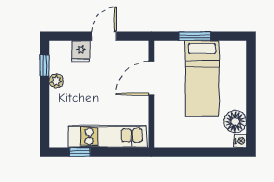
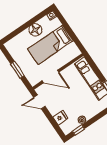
door: (104, 36) -> (39, 102), moved
bed: (202, 78) -> (50, 45), moved, turned 180
floor lamp: (235, 122) -> (35, 30), moved

